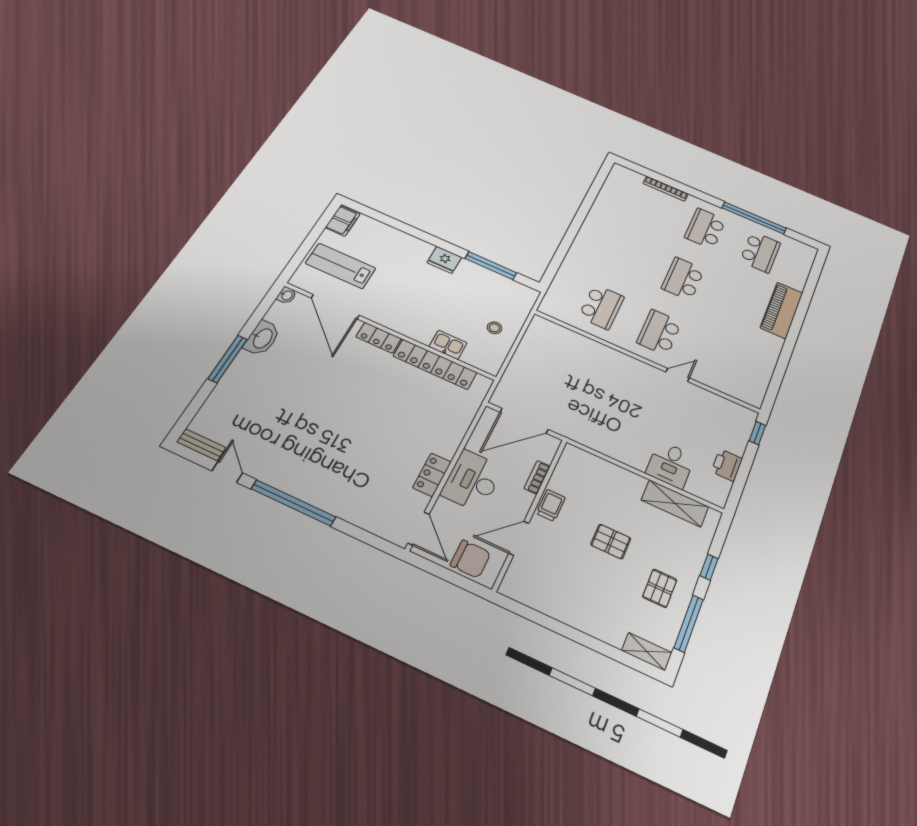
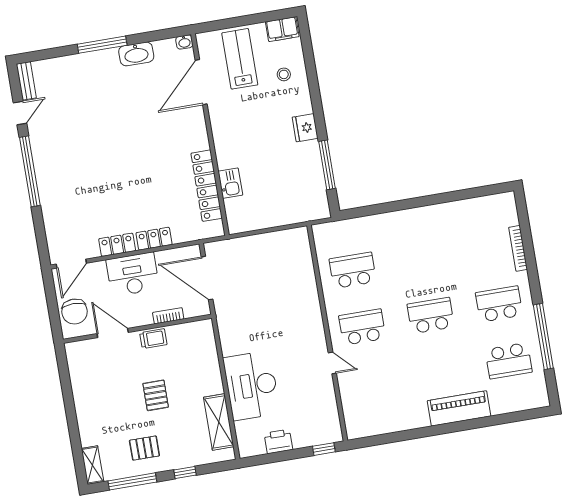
school desk: (601, 307) -> (353, 270), turned 180
stool: (494, 328) -> (284, 74), moved
locker: (379, 338) -> (154, 239), moved, turned 90
desk: (670, 465) -> (251, 386), width x1.87, depth x1.30

